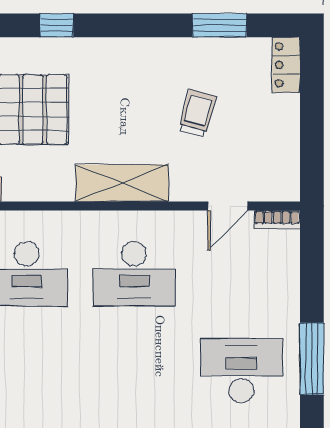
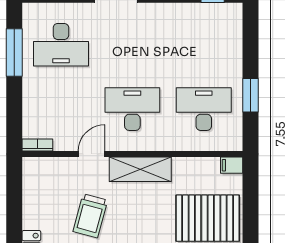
trolley: (197, 113) -> (90, 216), width x1.36, depth x1.39
door: (228, 206) -> (92, 154), moved

